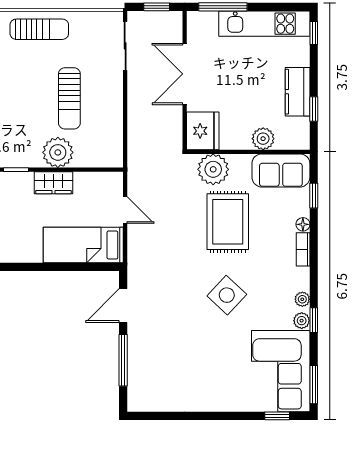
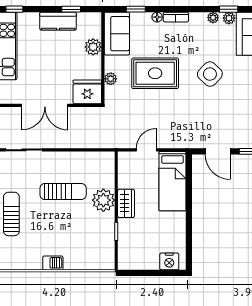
plant: (213, 169) -> (111, 79), width x0.53, depth x0.53

